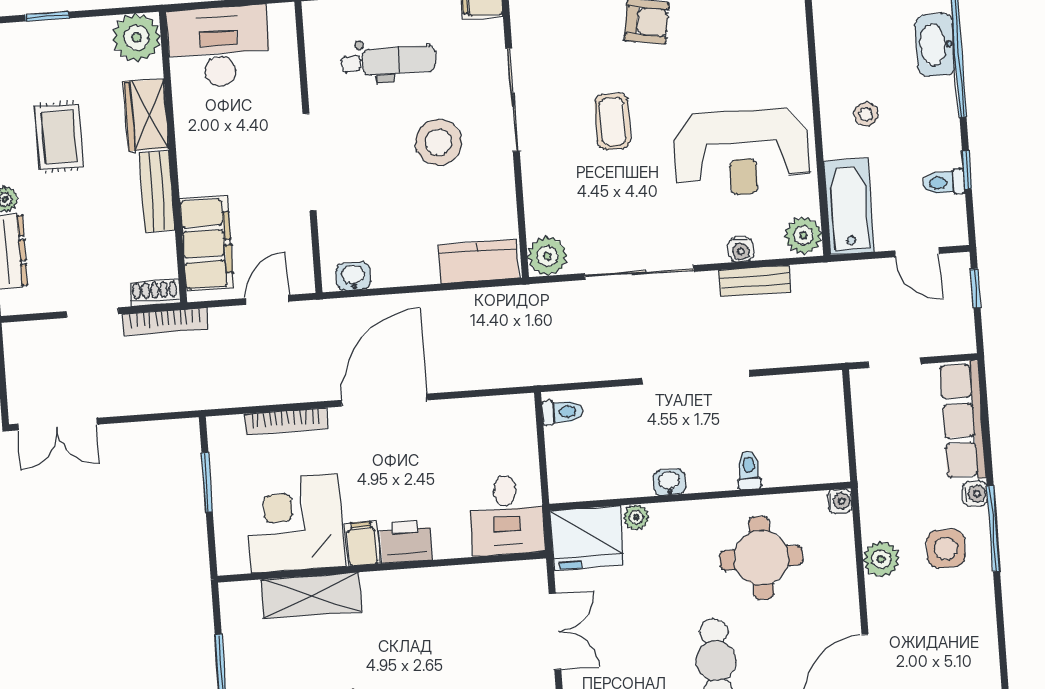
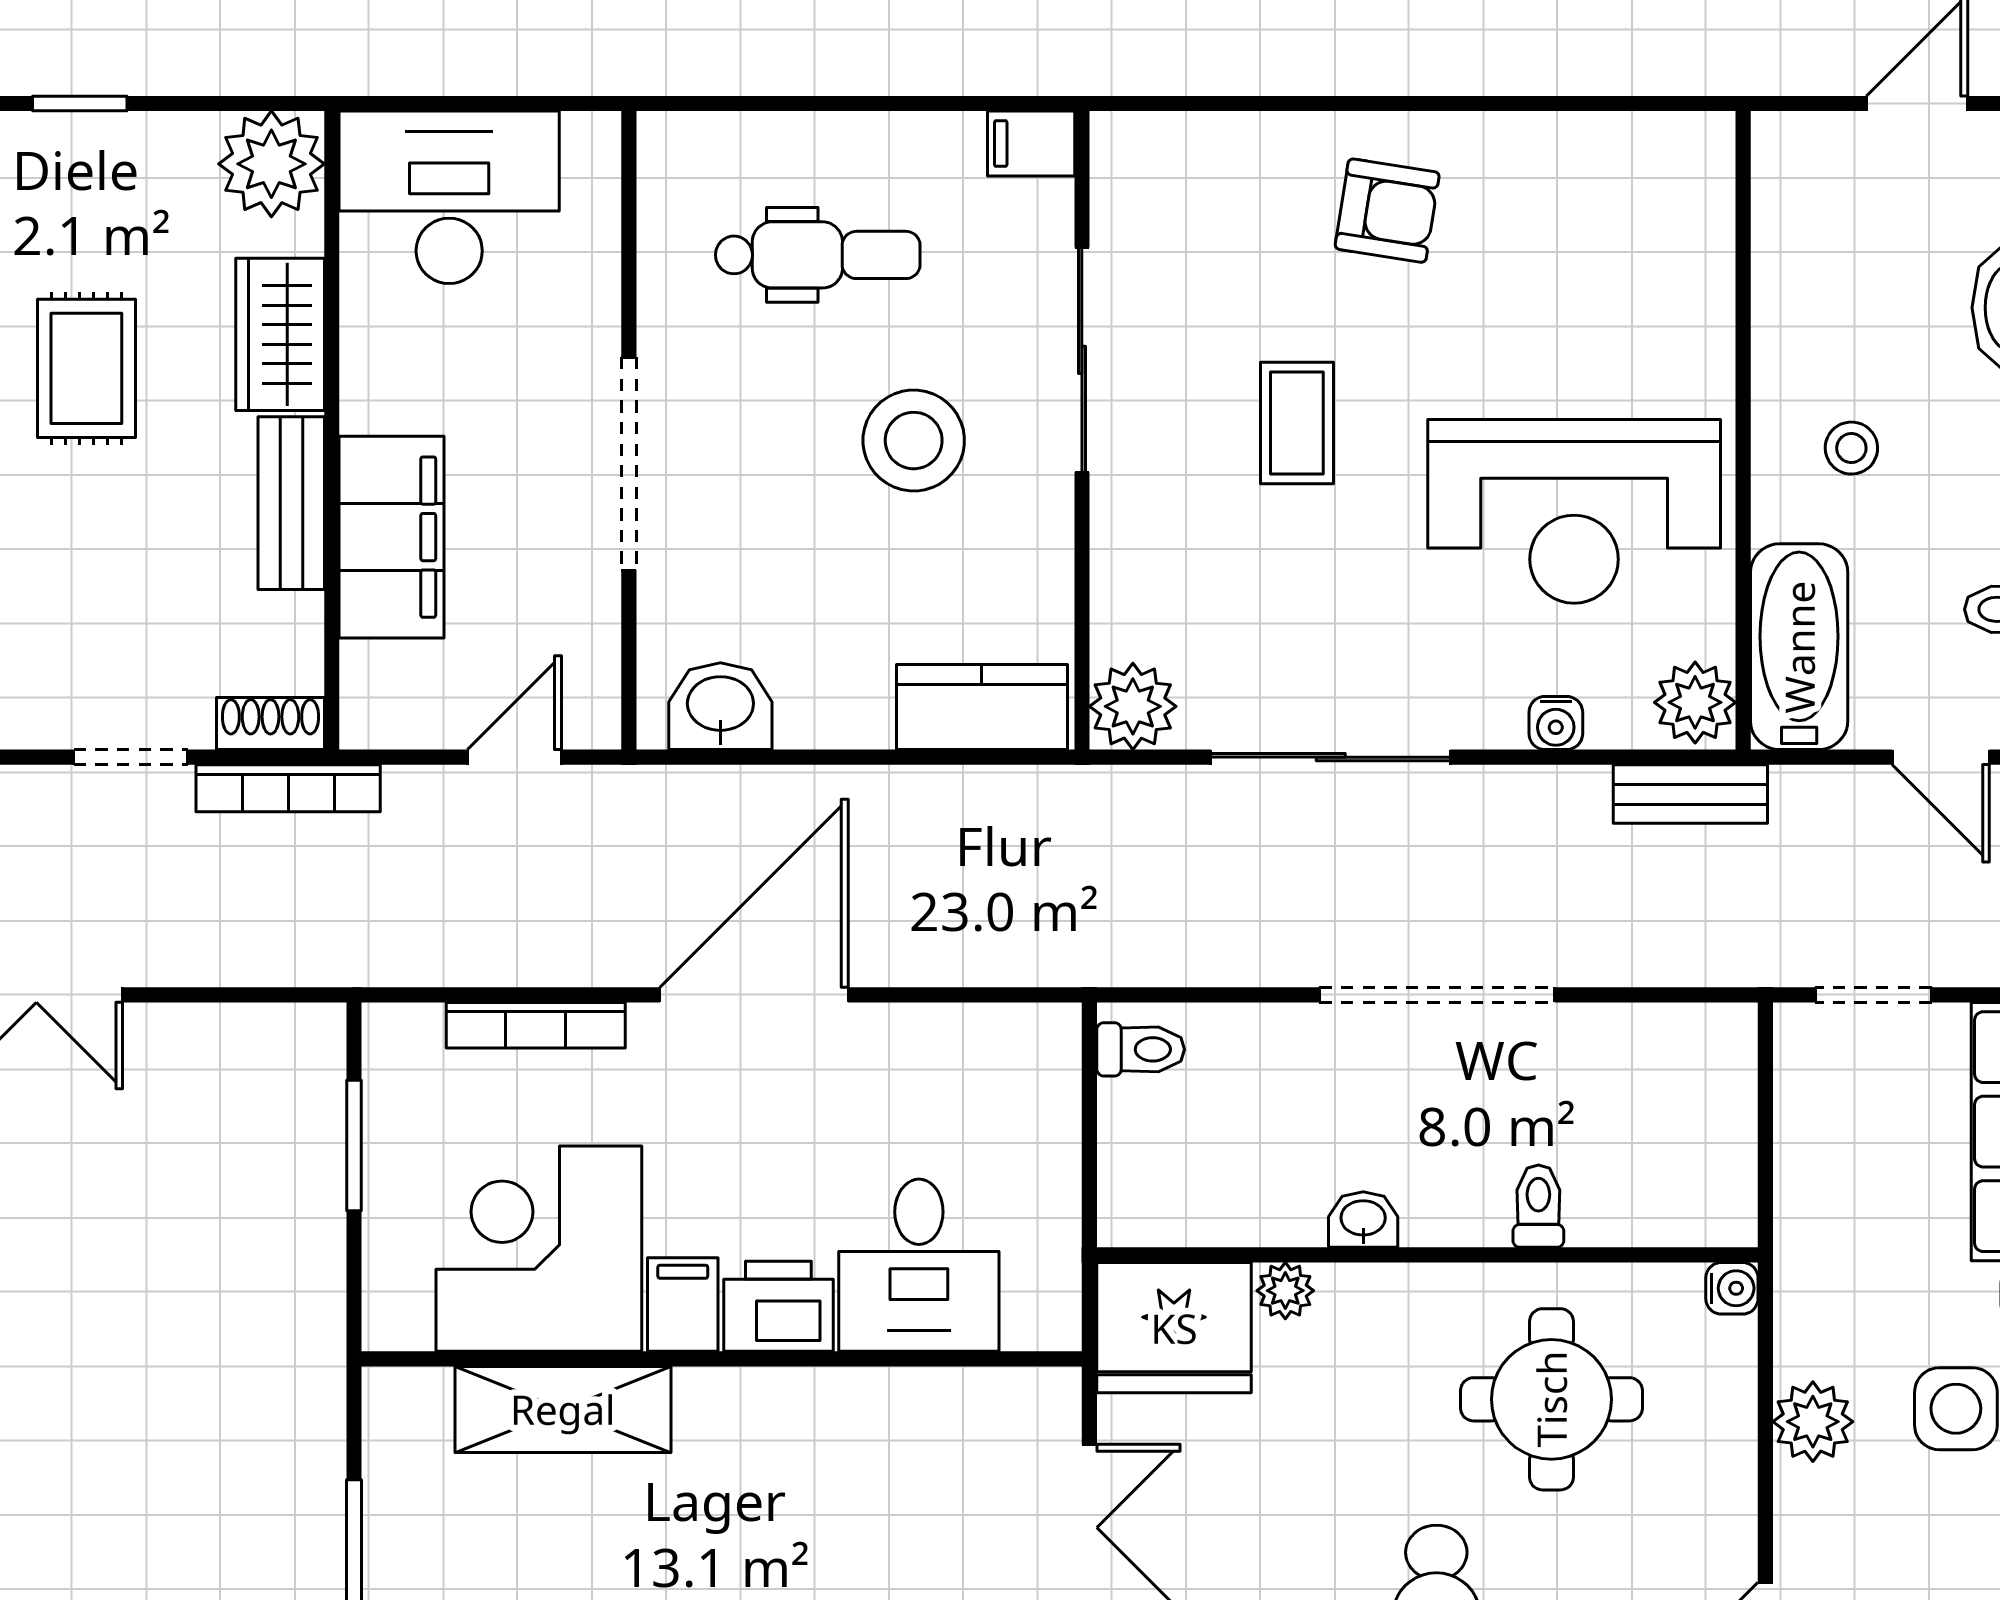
filing cabinet: (207, 244) -> (392, 537), moved
washbasin: (353, 276) -> (720, 706), width x1.38, depth x1.45
bench: (755, 281) -> (1690, 794), moved
desk: (506, 515) -> (919, 1265), moved

